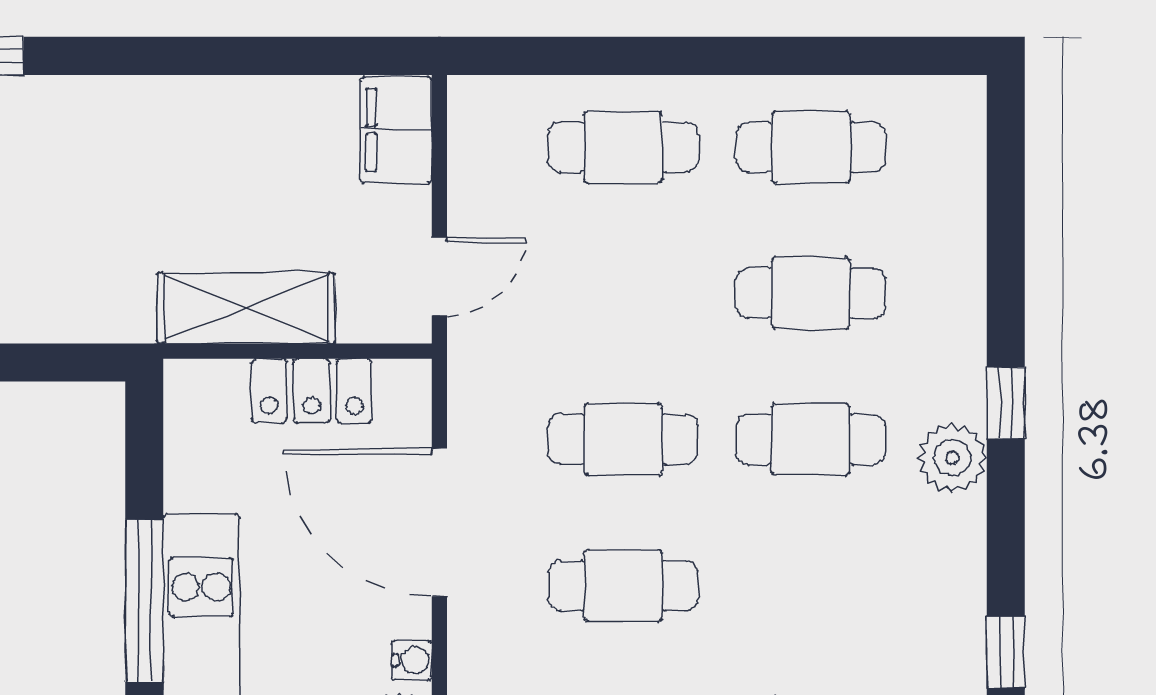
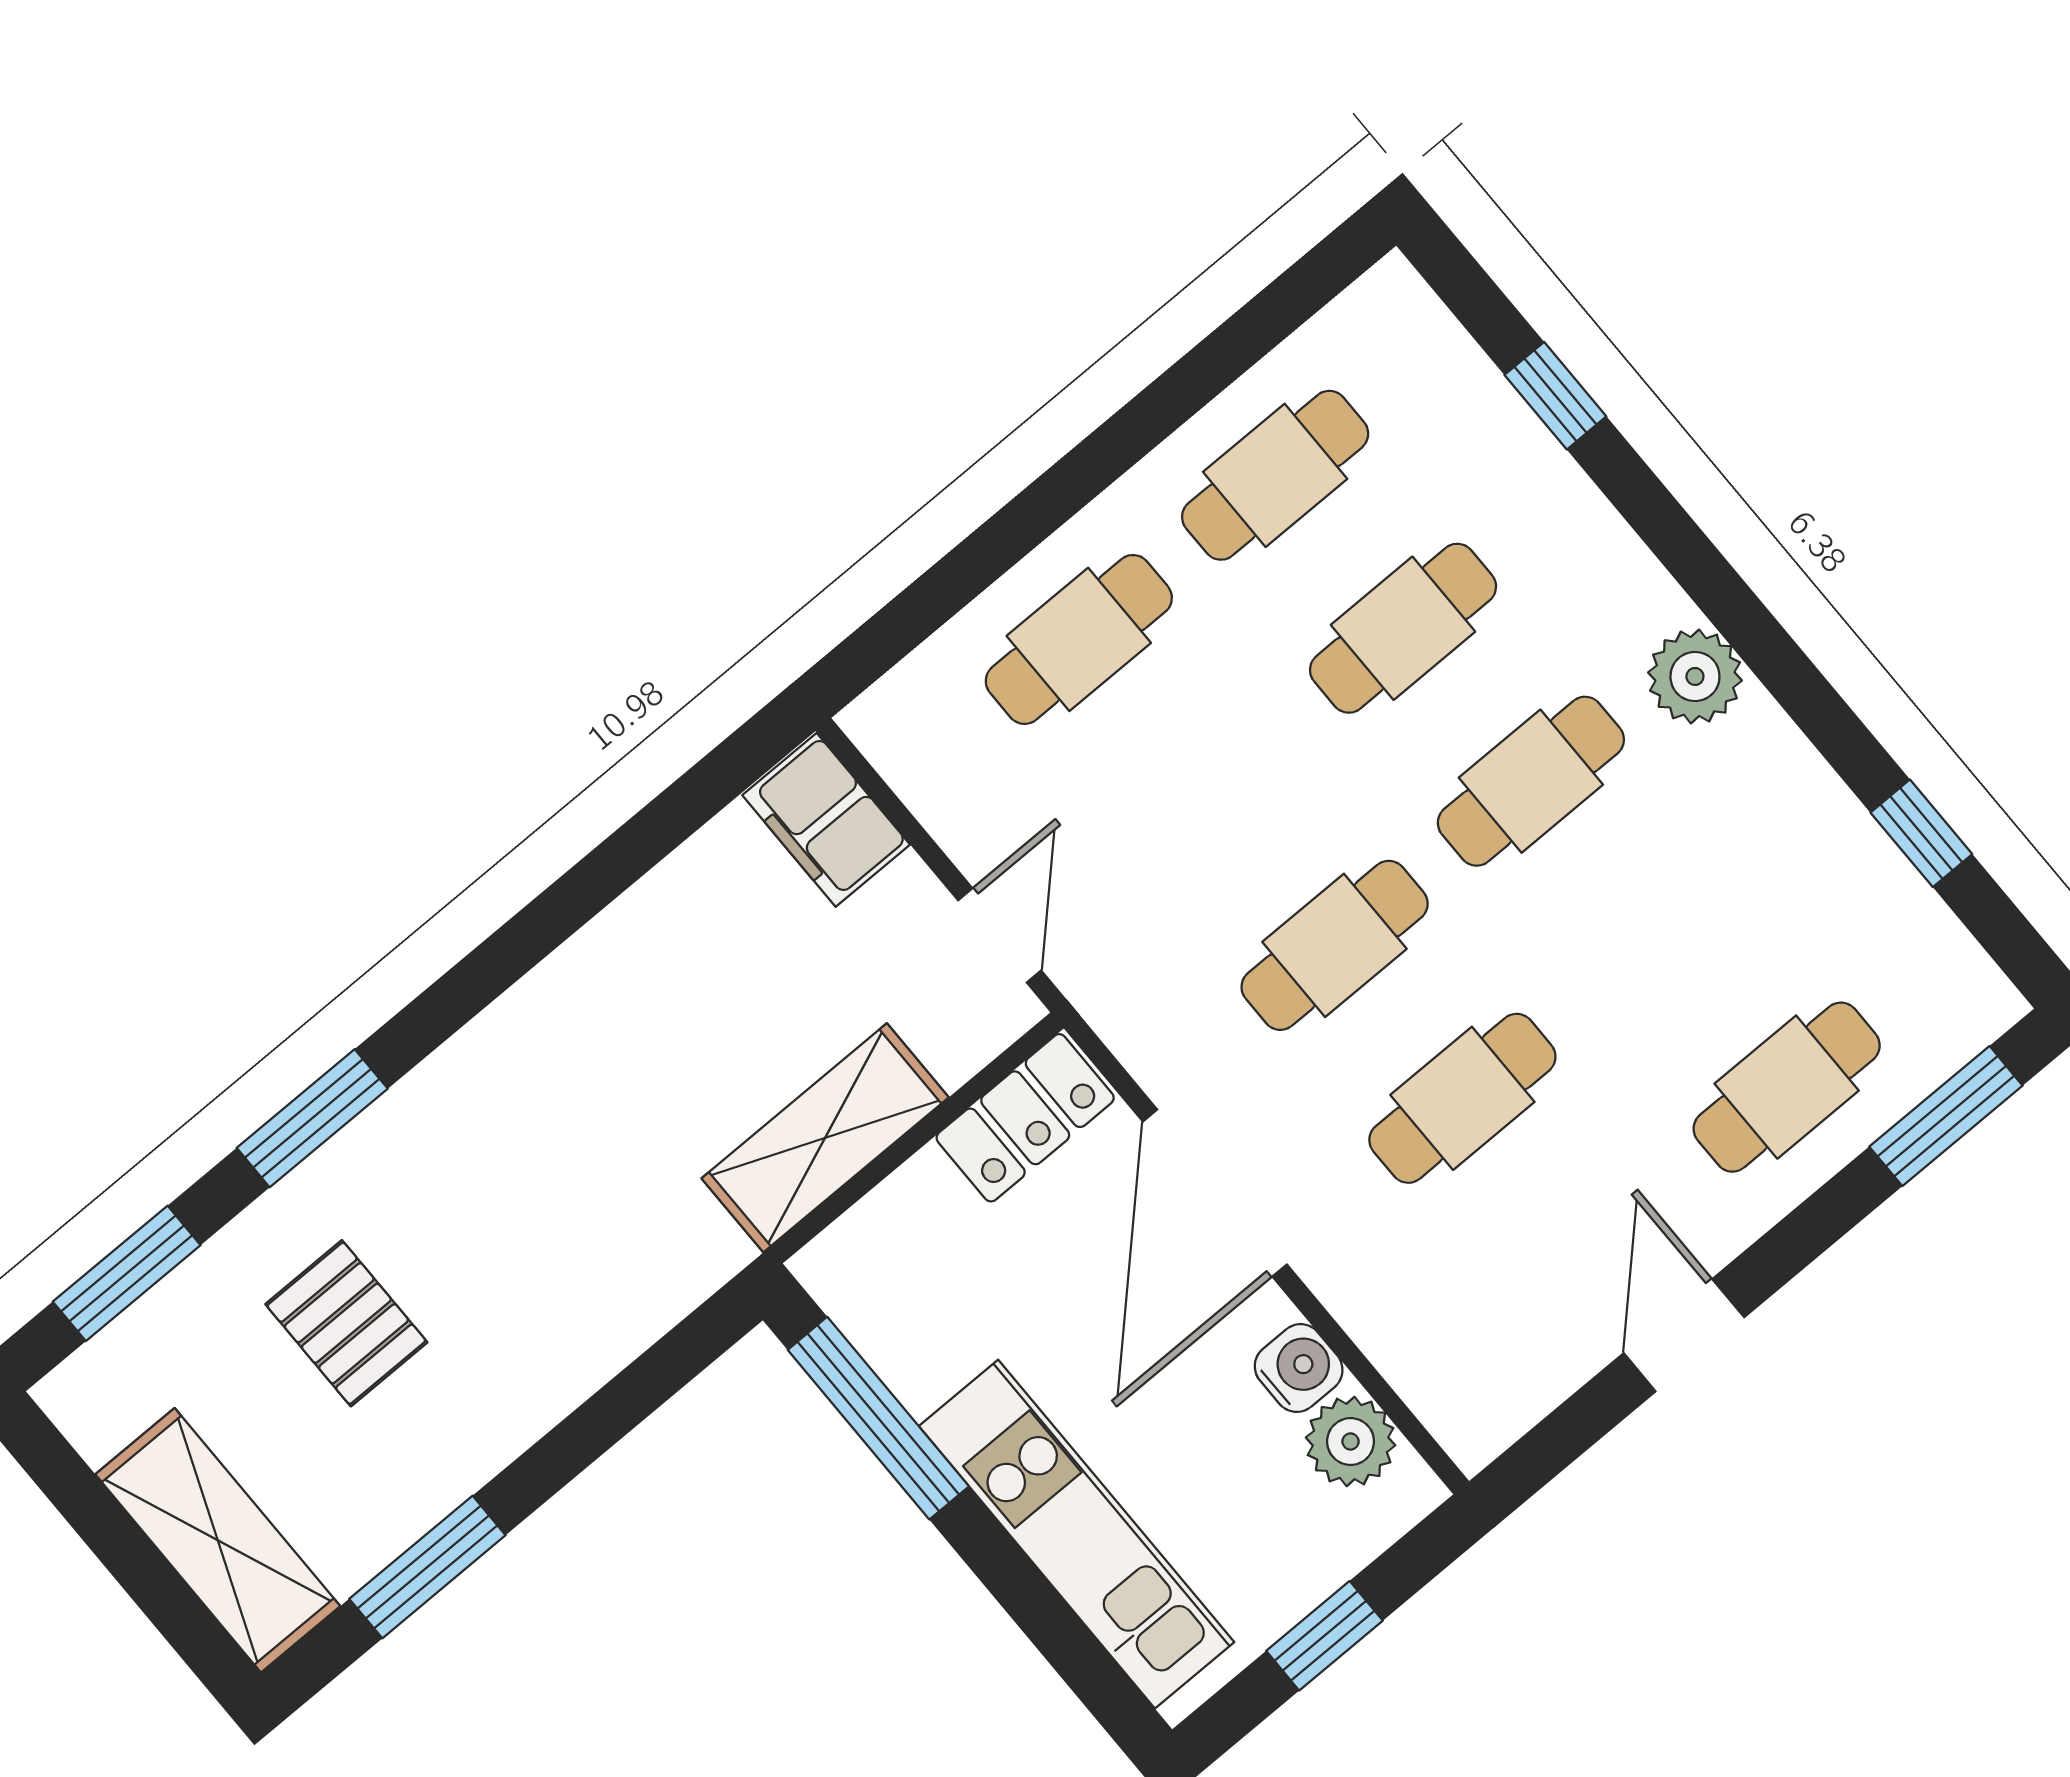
locker: (312, 391) -> (1025, 1118), moved
window: (1006, 403) -> (1555, 396), moved
door: (439, 522) -> (1215, 1193), hinge flipped
window: (144, 601) -> (878, 1418), moved
water cooler: (412, 660) -> (1299, 1368), width x1.38, depth x1.38

